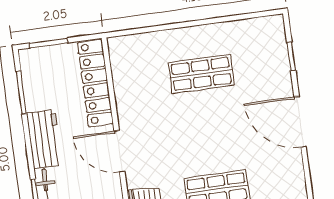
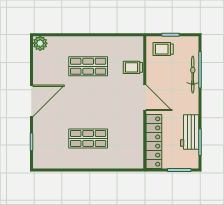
door: (300, 122) -> (31, 101), hinge flipped
workbench: (44, 139) -> (190, 132), moved

